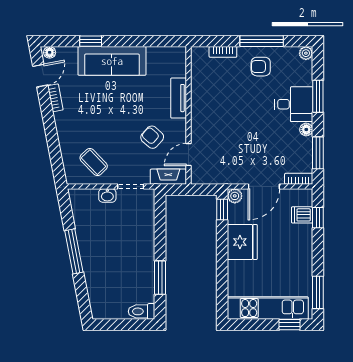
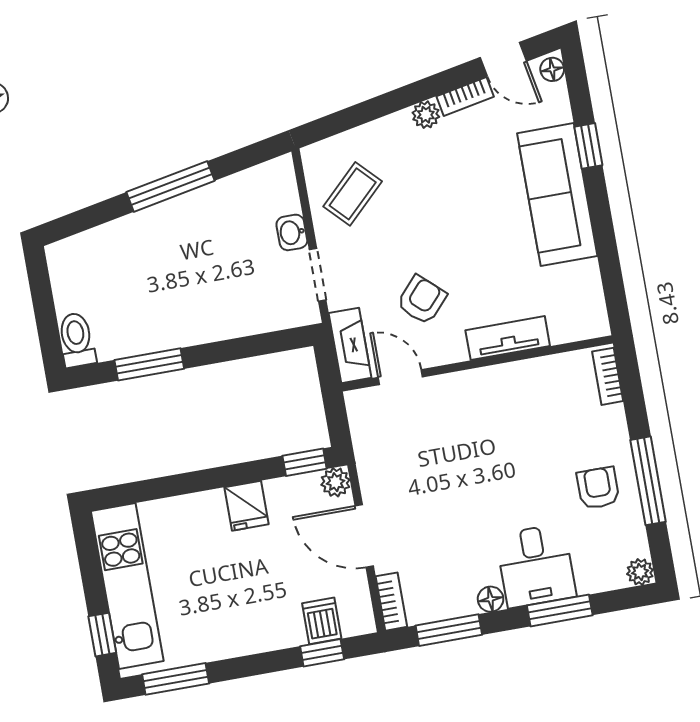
bookcase: (223, 52) -> (608, 376), moved
plant: (61, 119) -> (426, 115), added
fridge: (242, 242) -> (247, 506), width x0.53, depth x0.75

